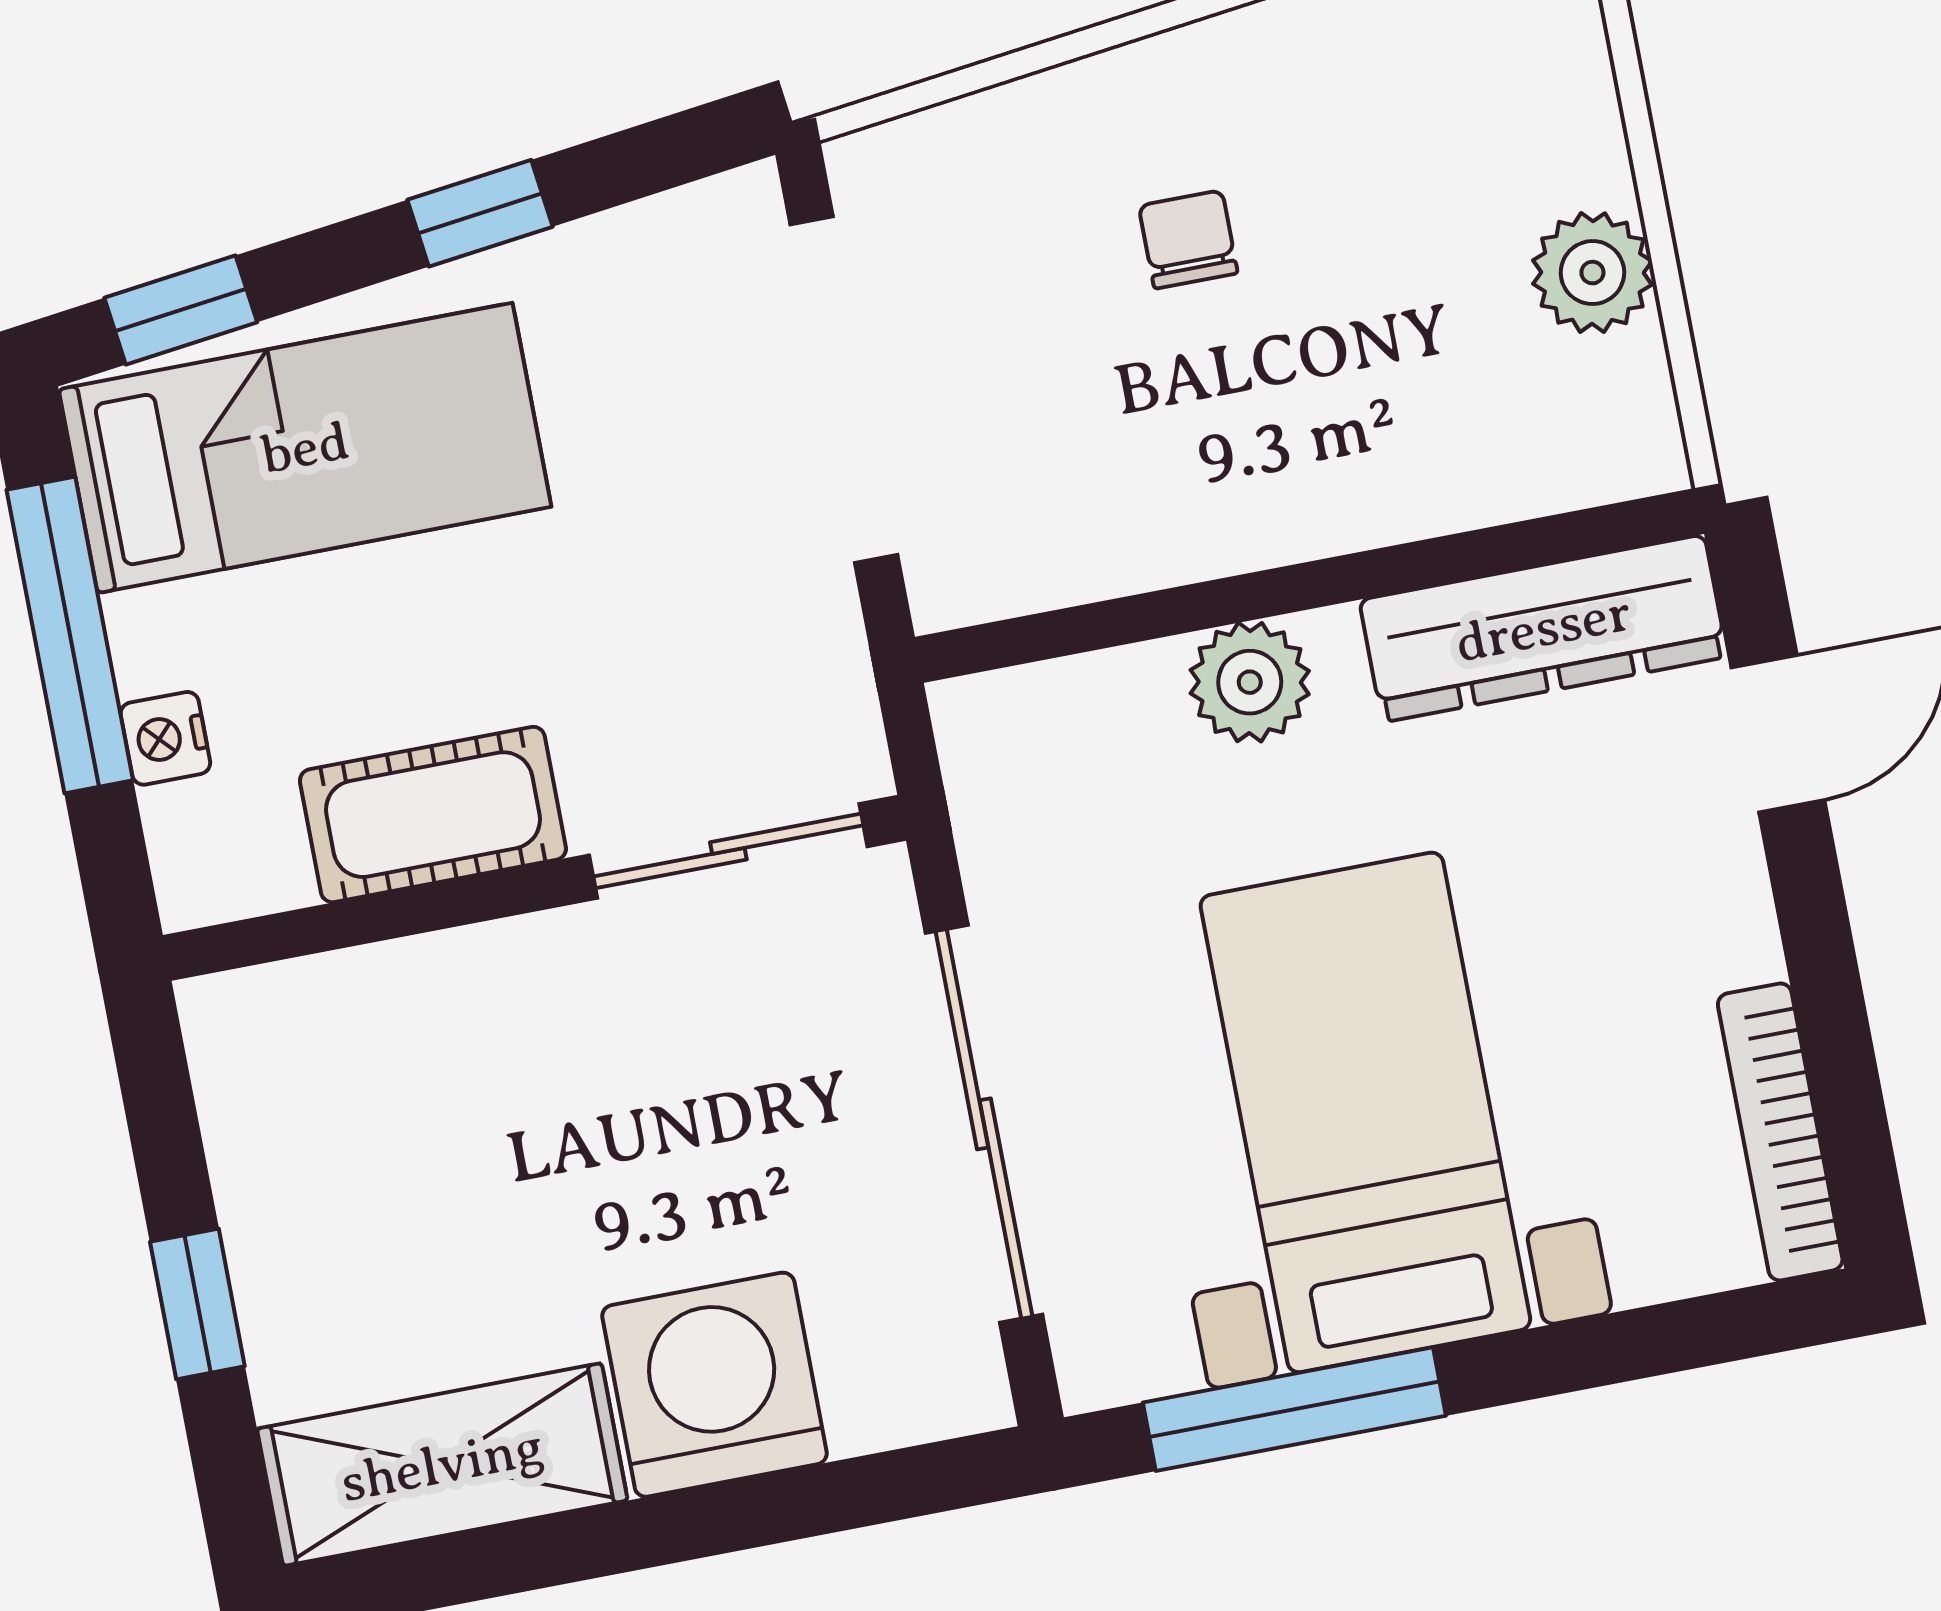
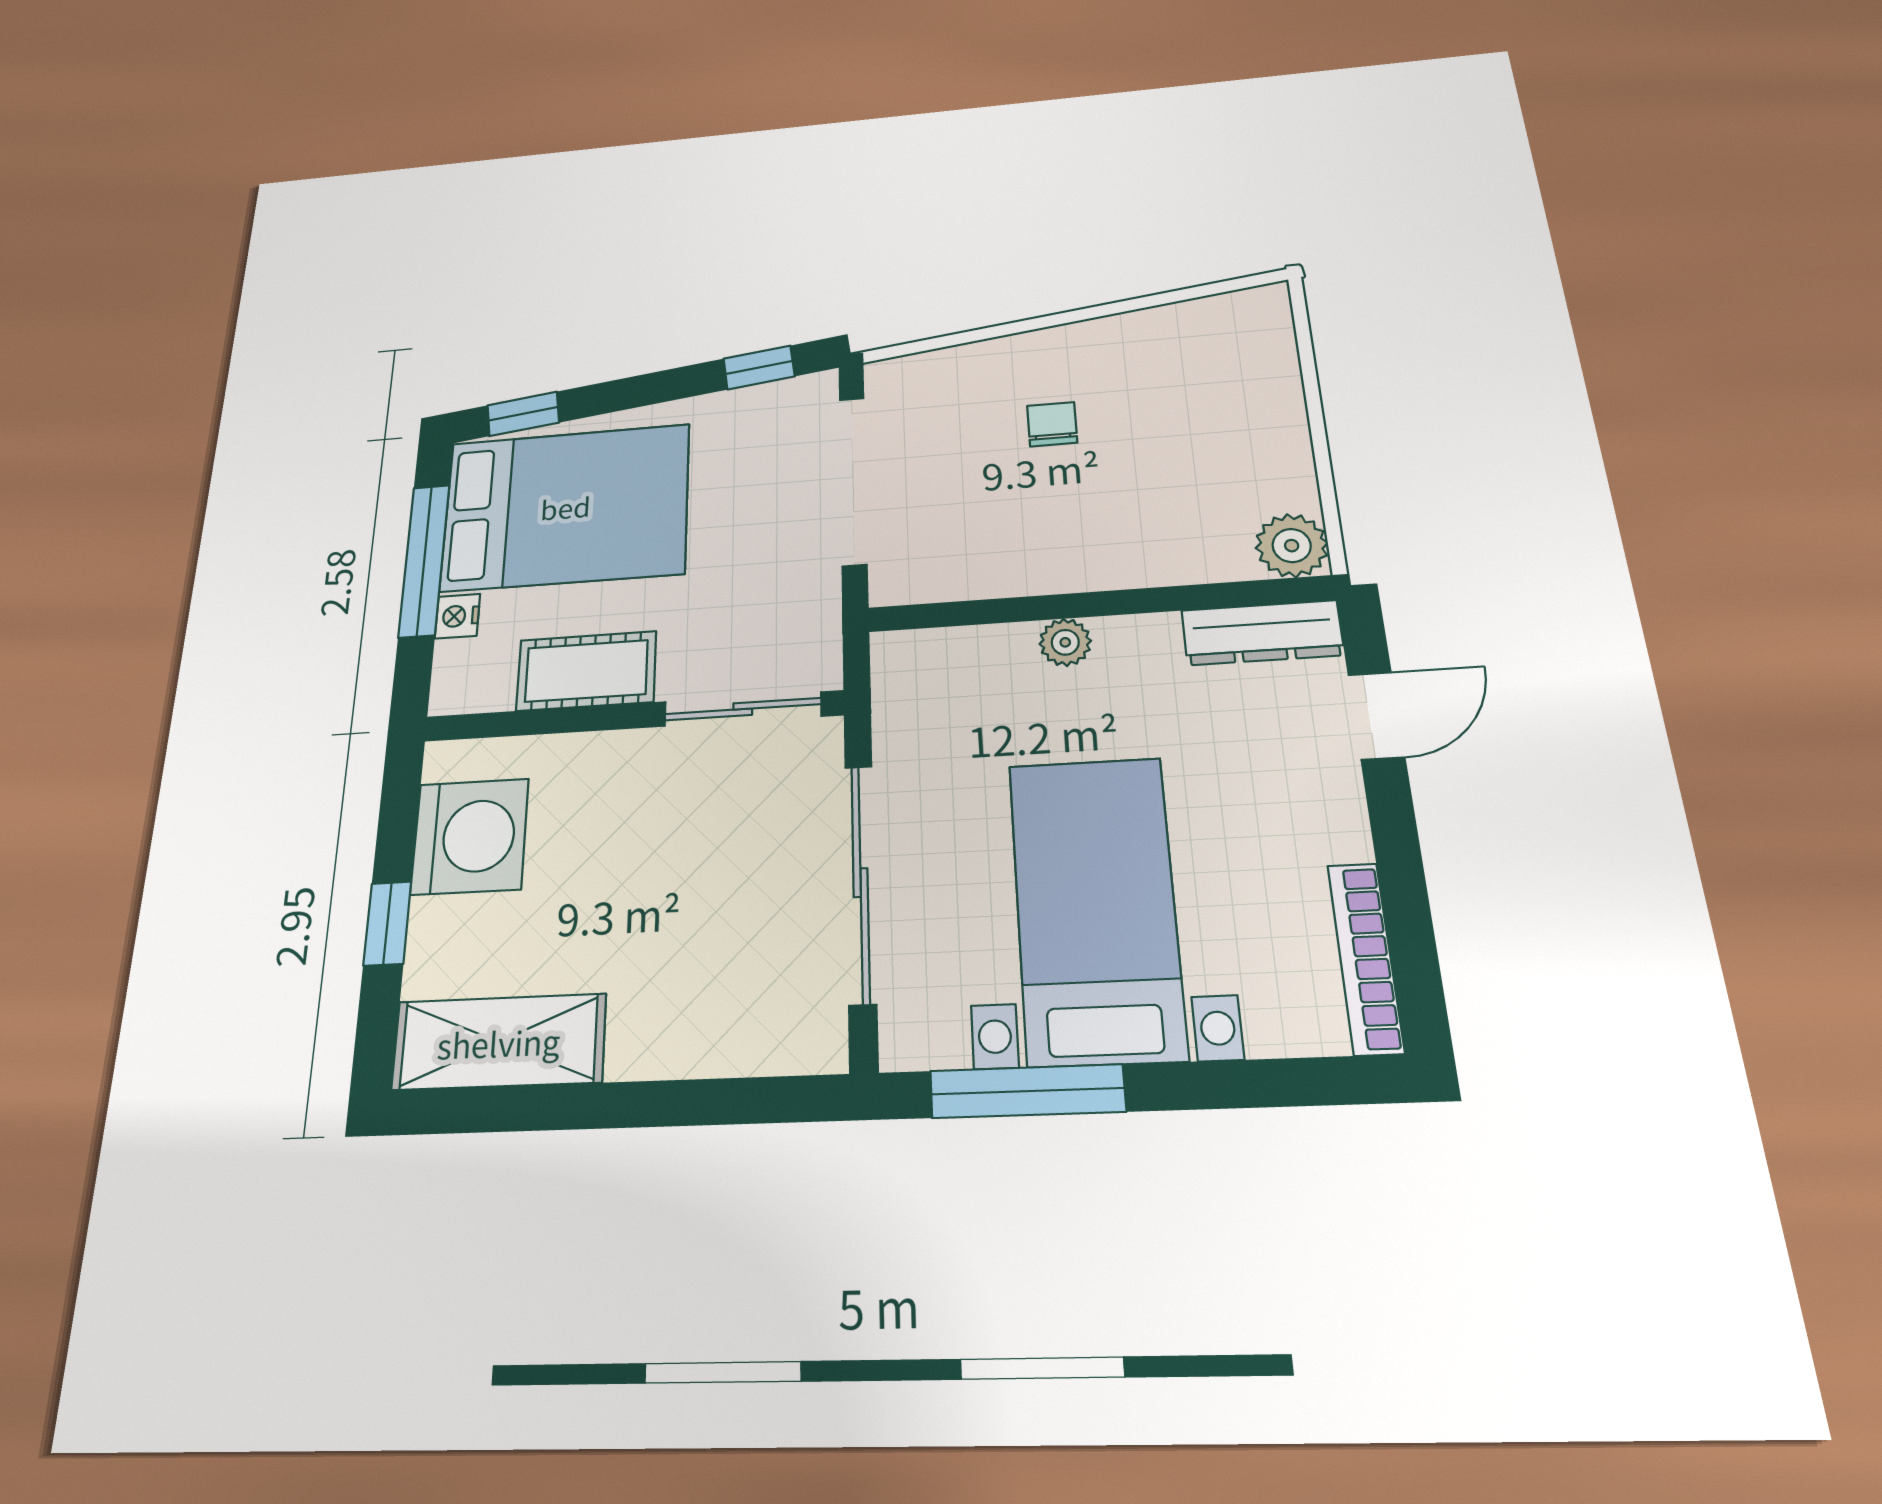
window: (480, 213) -> (759, 367), moved
plant: (1592, 273) -> (1292, 546), moved
bed: (305, 448) -> (566, 507), width x1.50
dresser: (1543, 628) -> (1262, 633), width x0.73, depth x0.80
plant: (1250, 682) -> (1065, 642), width x0.73, depth x0.73
washing machine: (715, 1385) -> (470, 836), moved, turned 90

